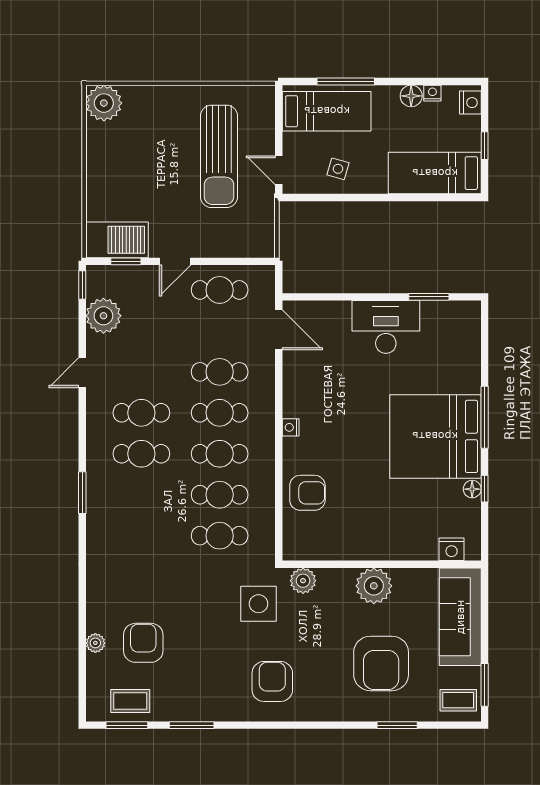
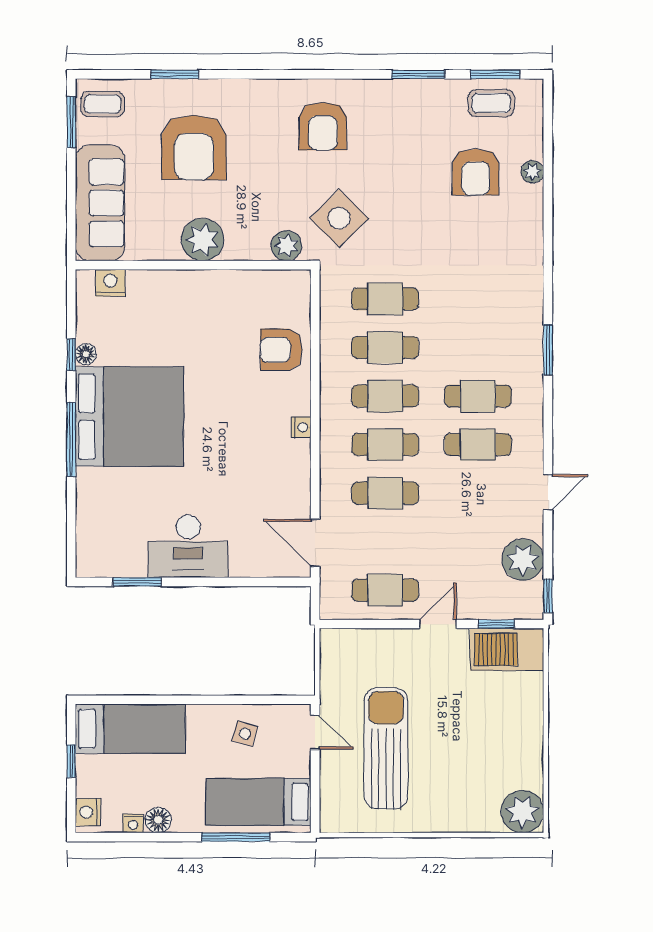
side table: (259, 604) -> (339, 218), turned 45
armchair: (381, 663) -> (194, 148), turned 180

